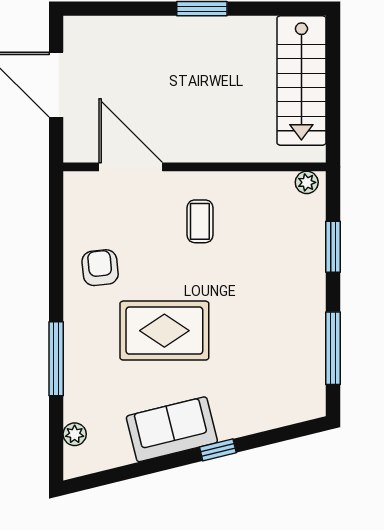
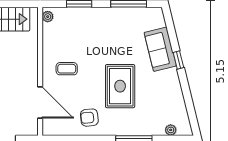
door: (131, 167) -> (40, 103), swing flipped
sofa: (172, 429) -> (160, 49), moved

